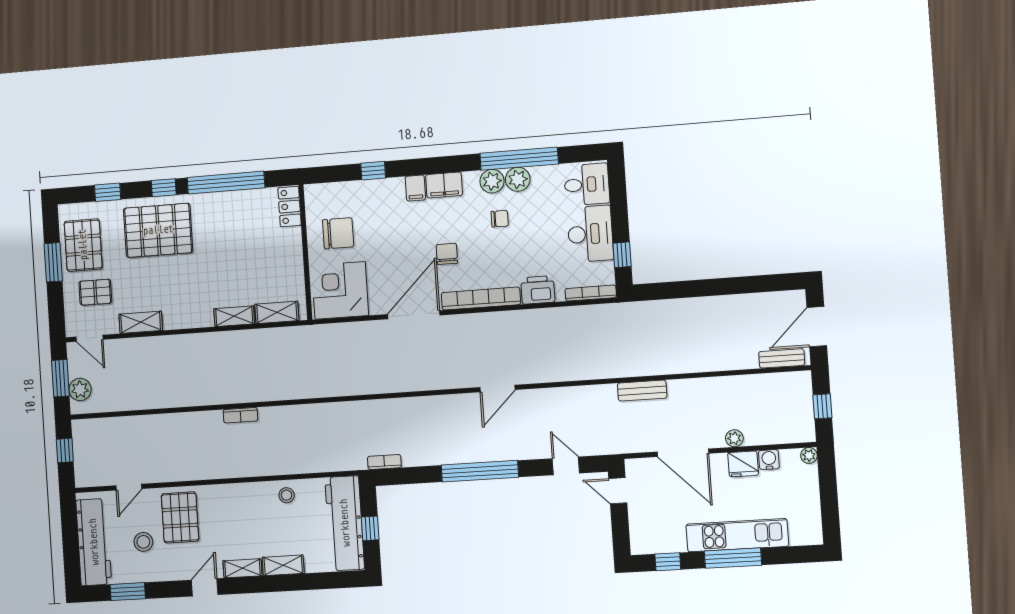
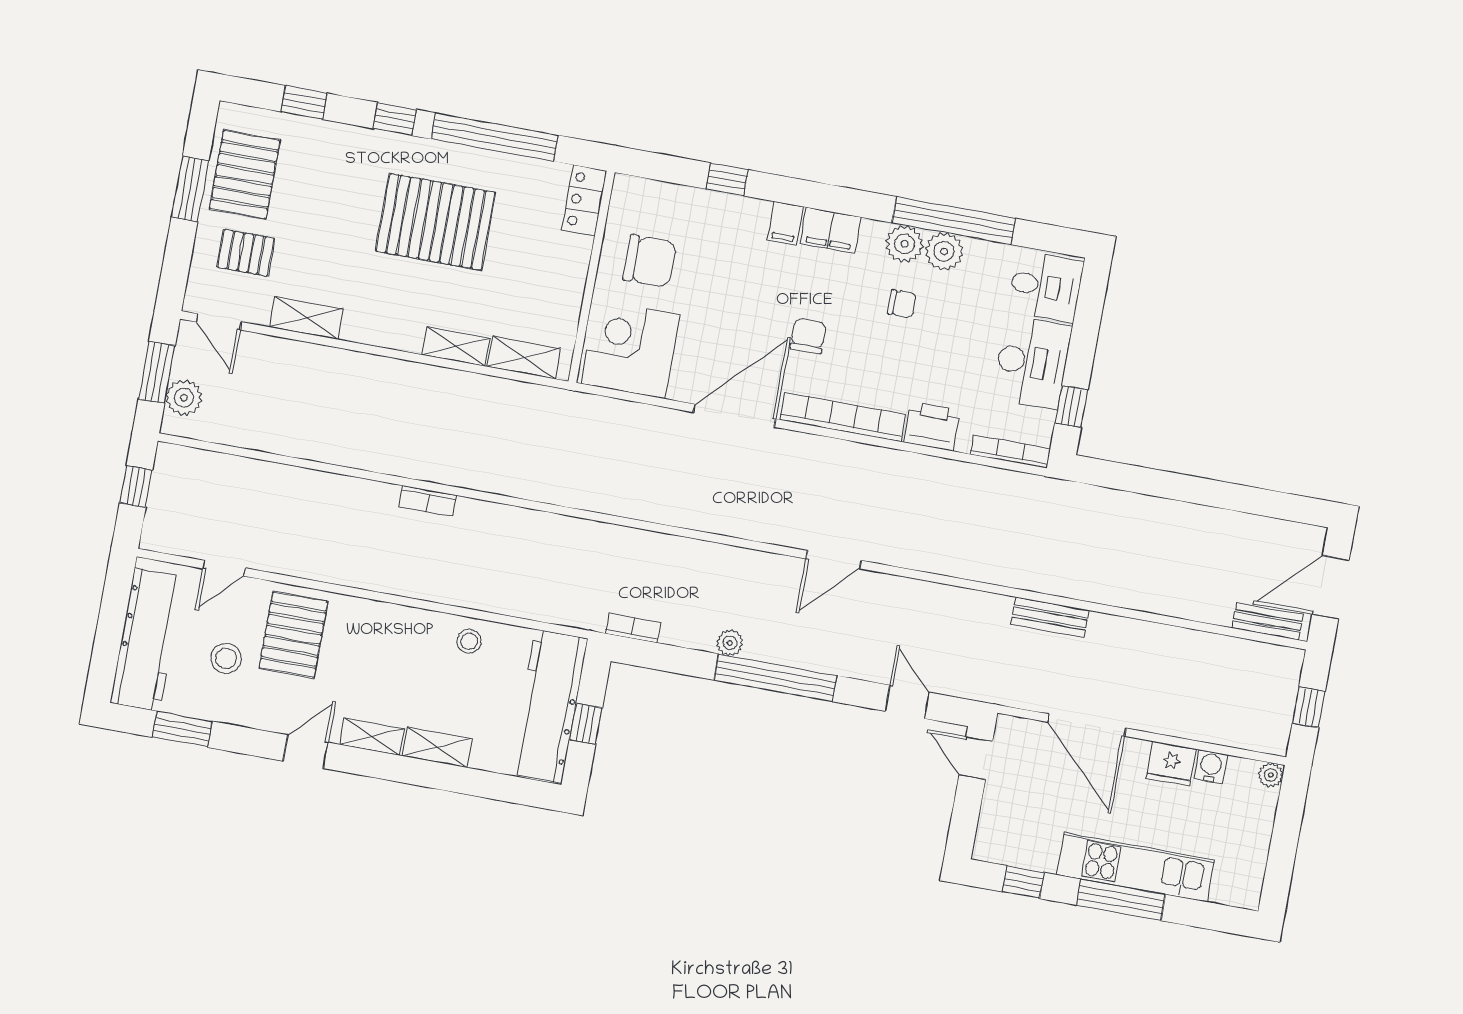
pallet: (158, 230) -> (436, 222), moved
plant: (734, 438) -> (730, 643), moved

